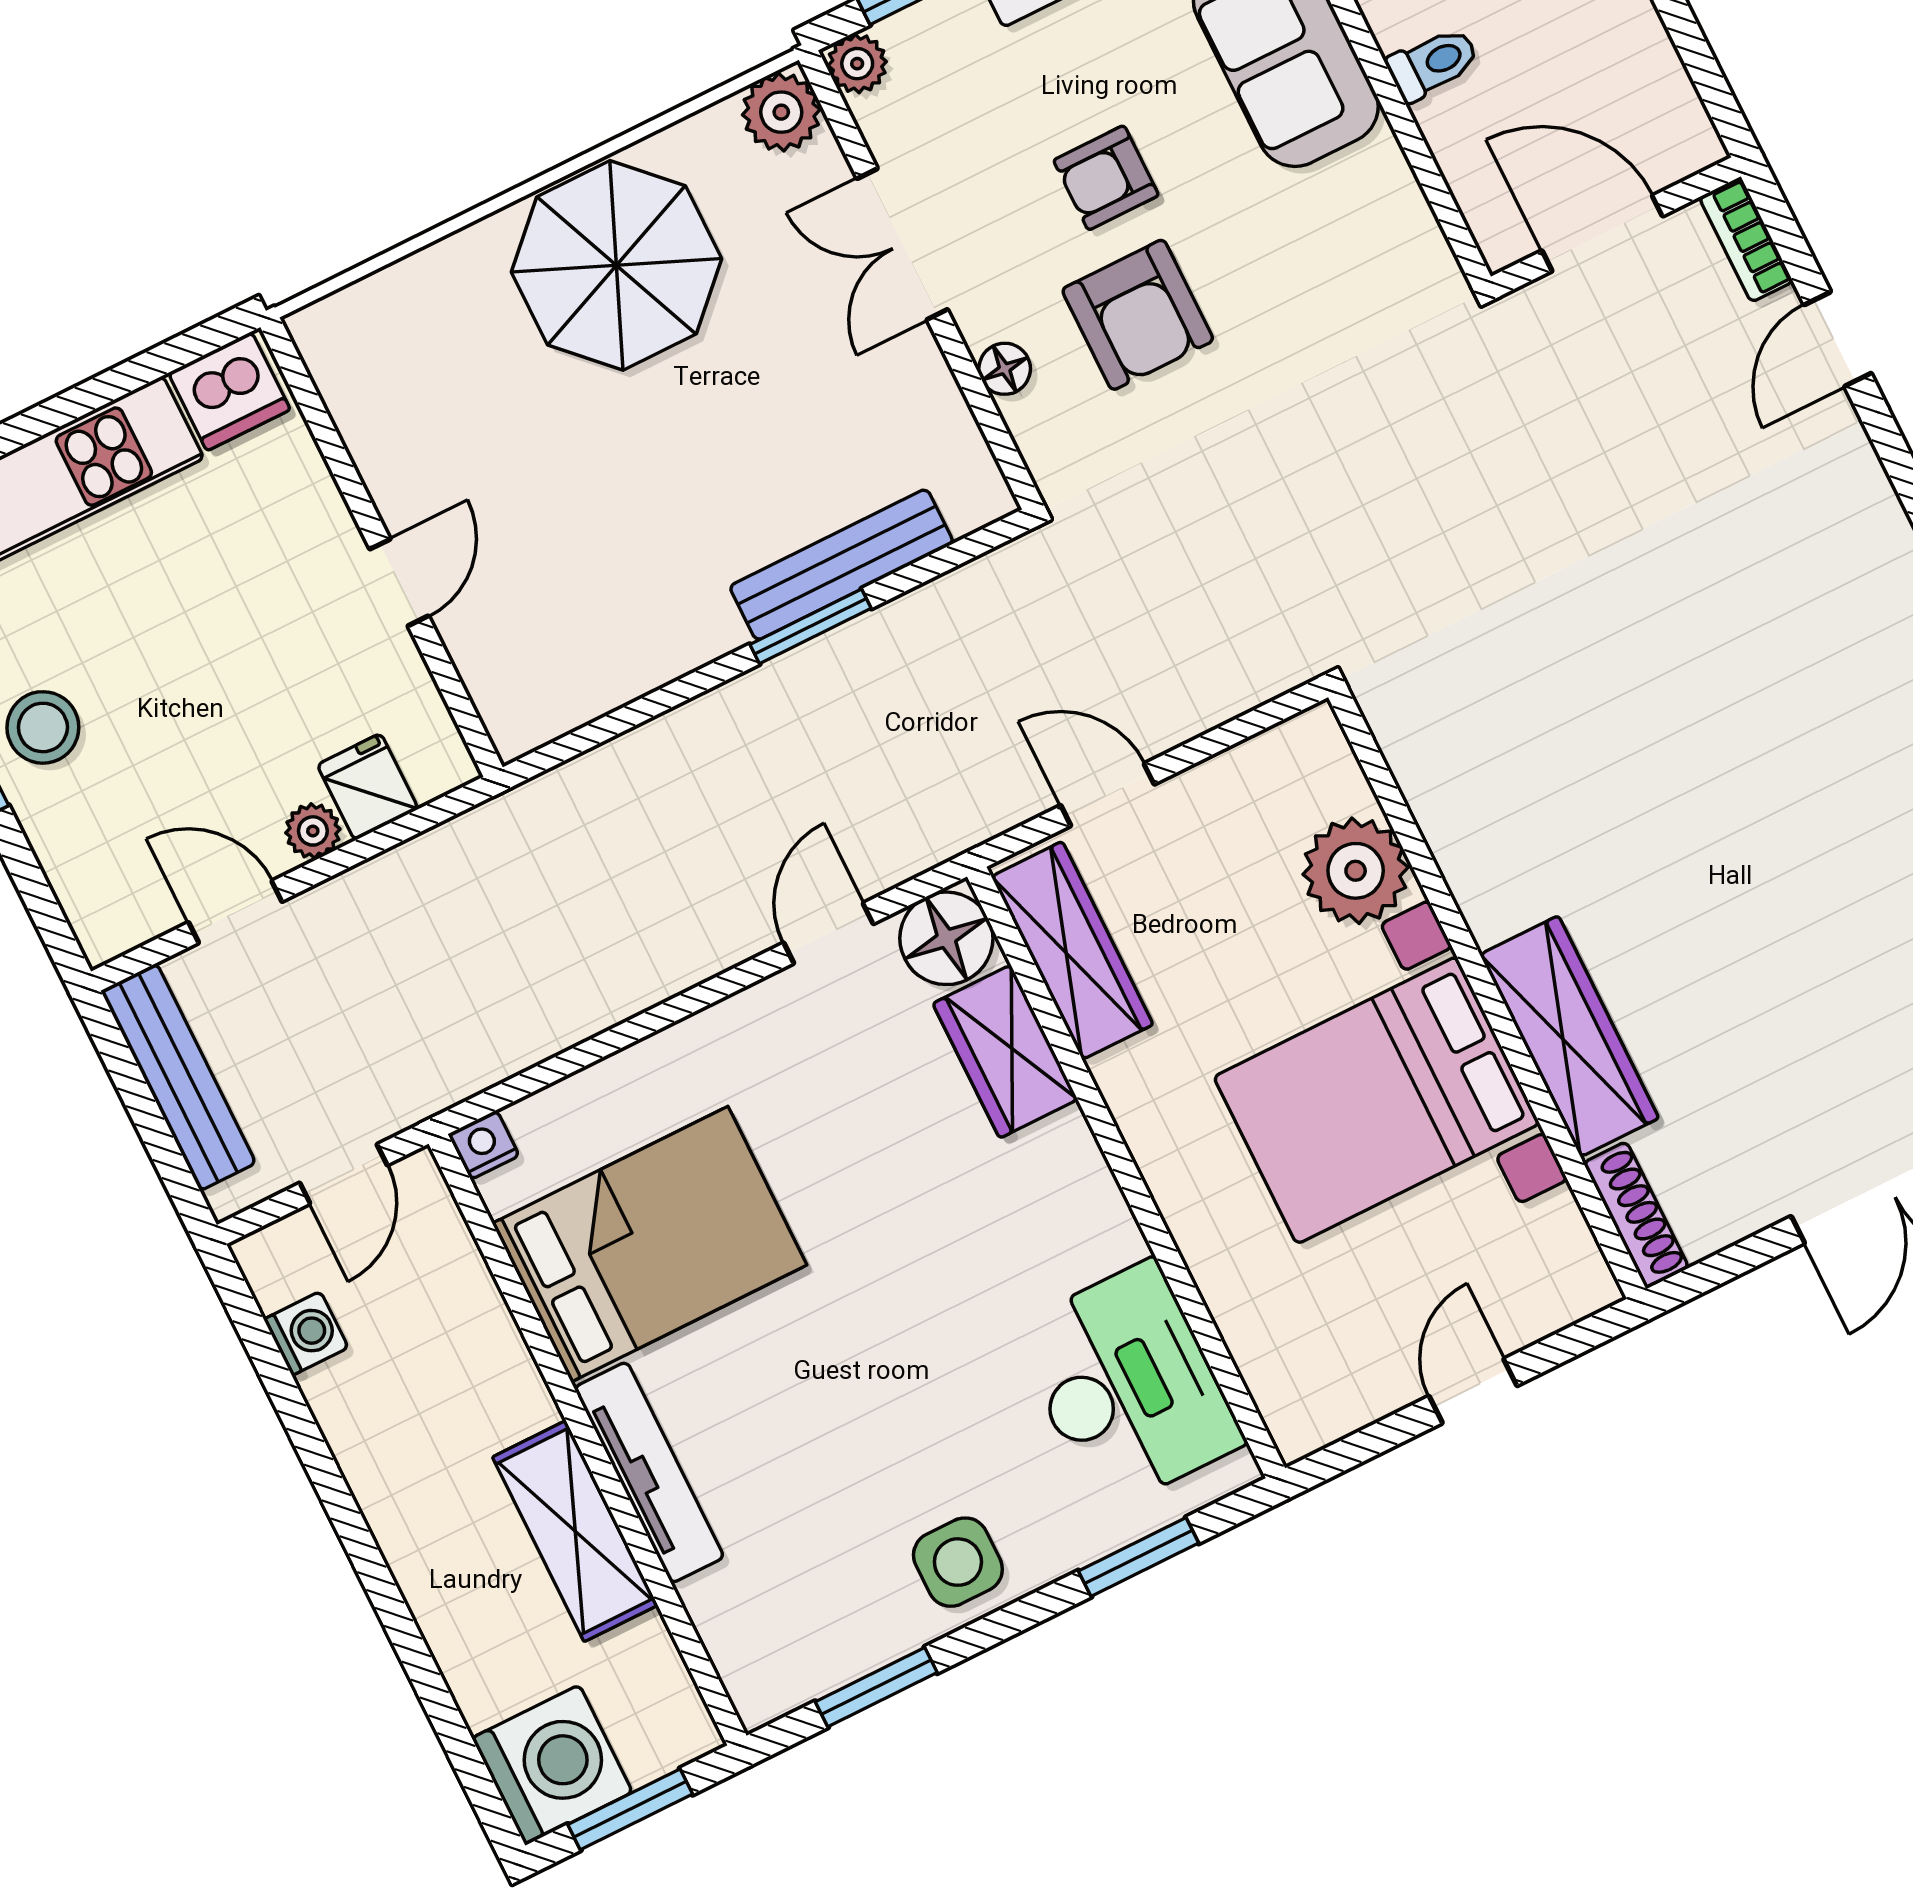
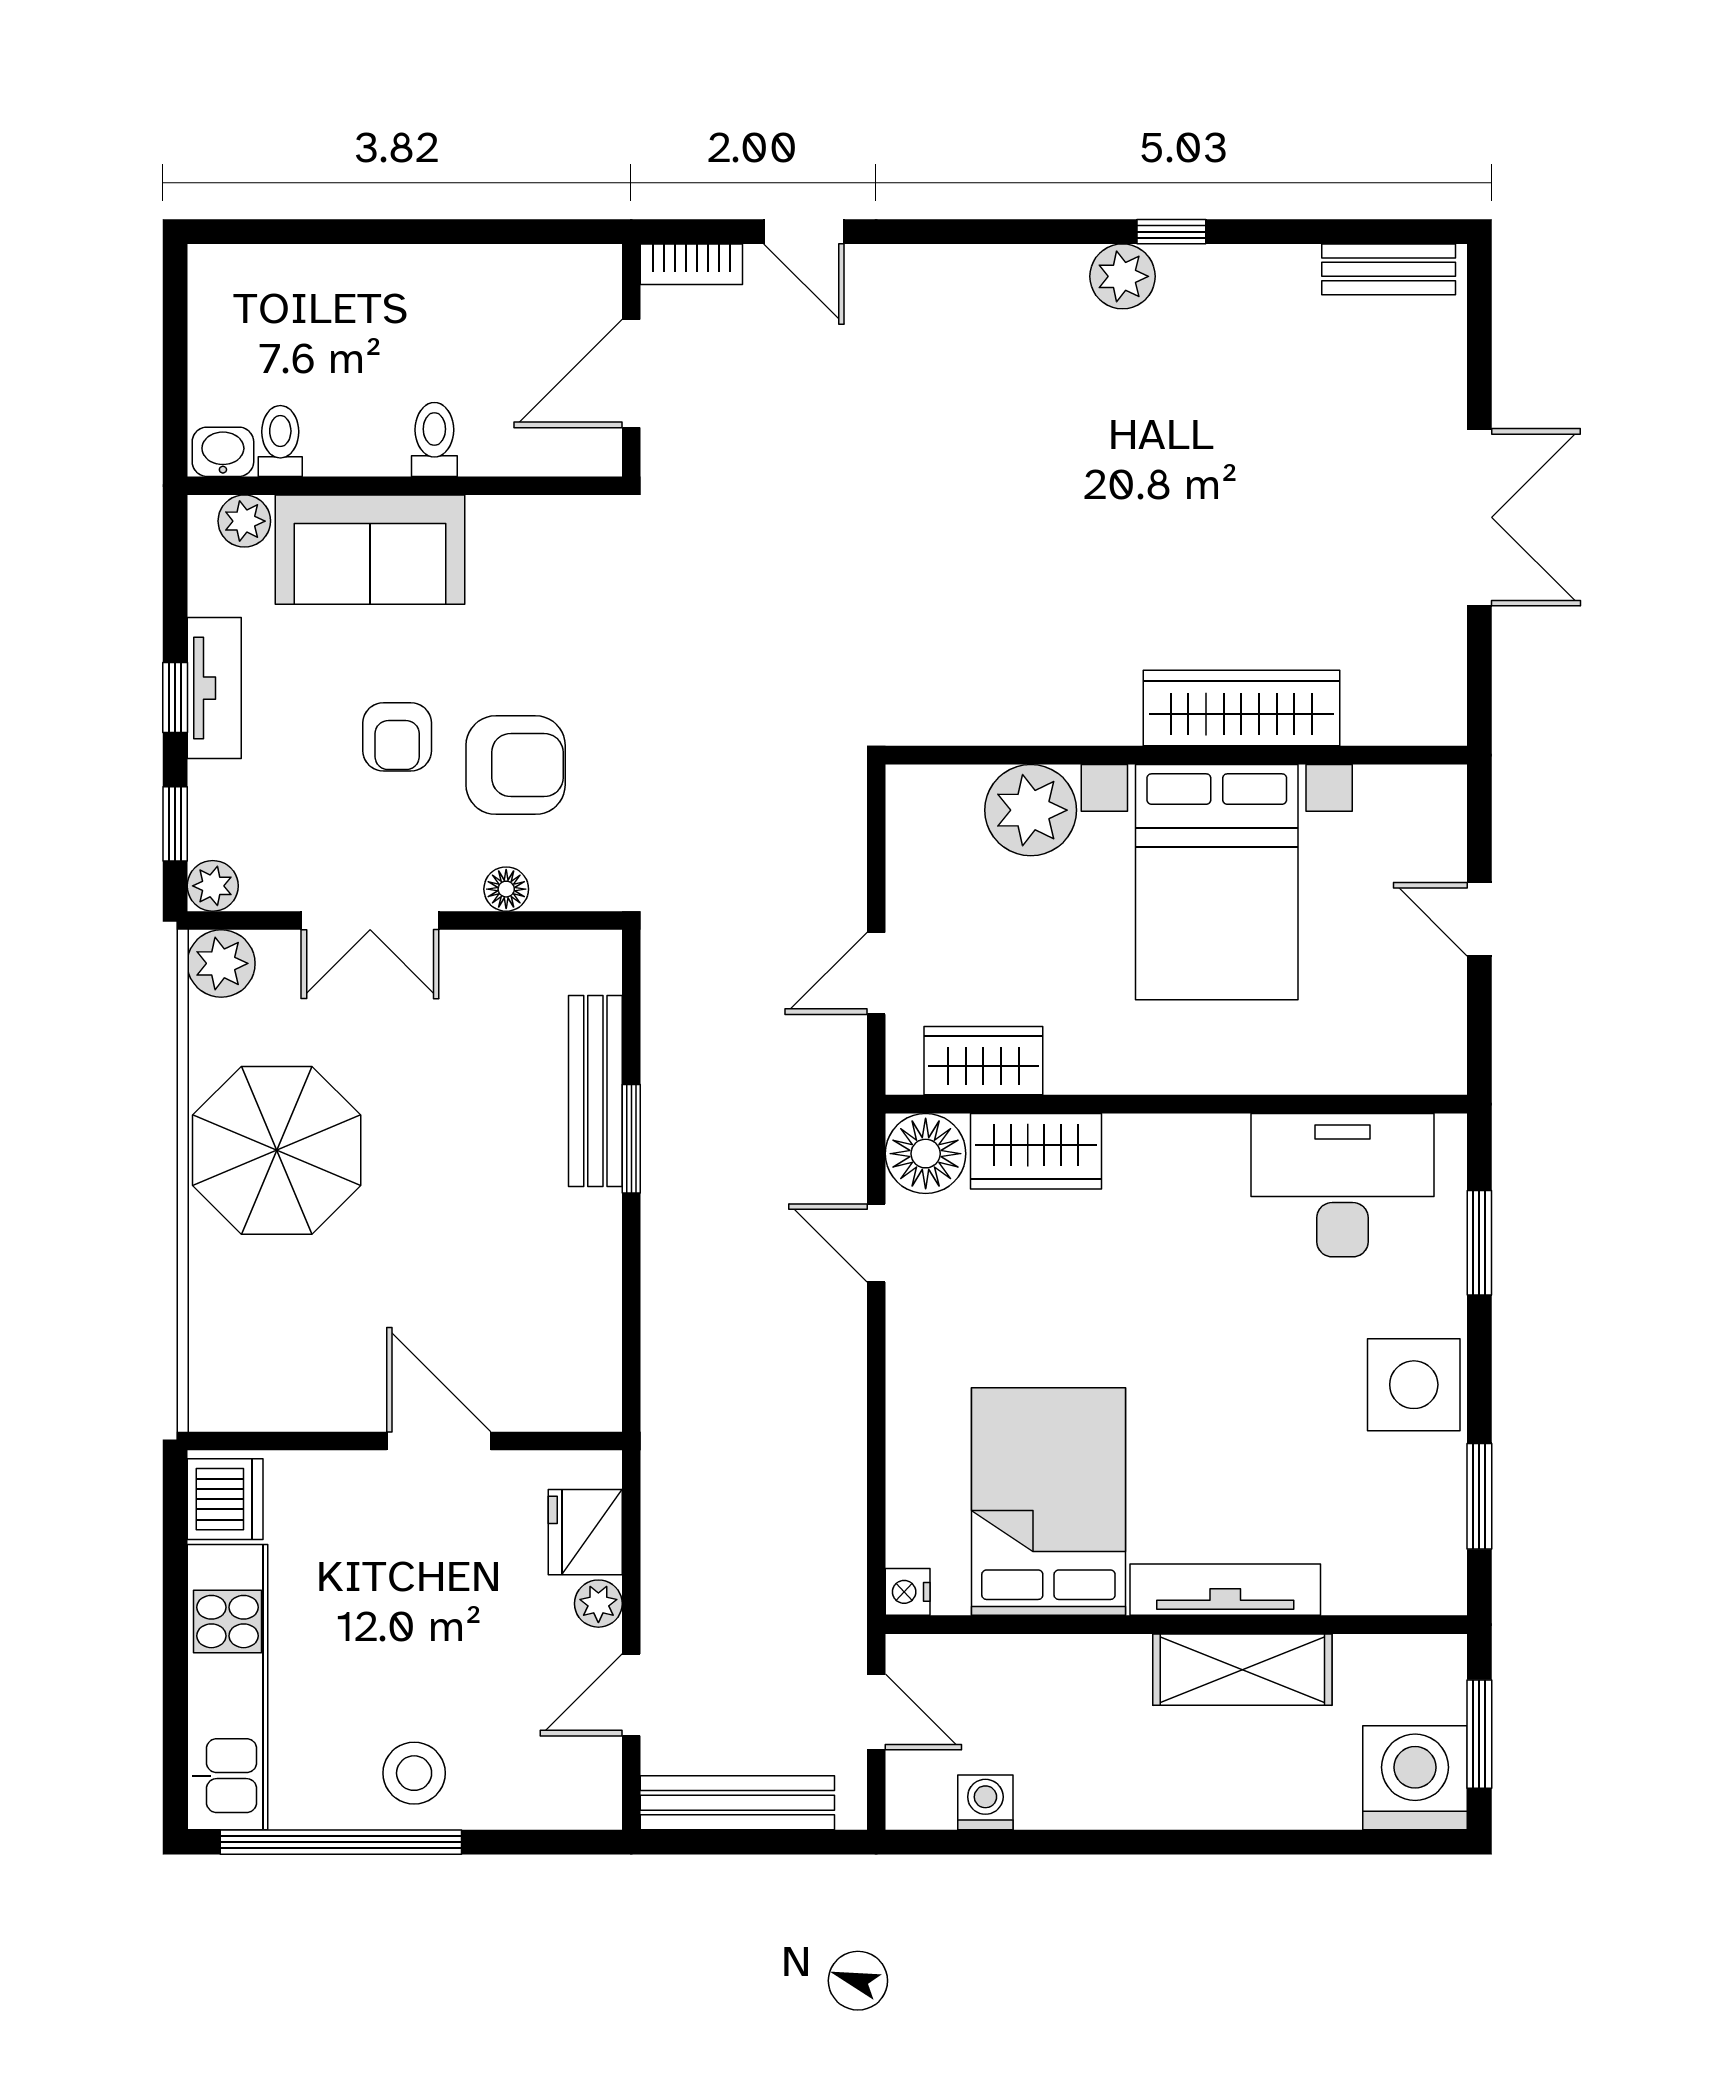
door: (399, 582) -> (439, 1441), width x1.38
fridge: (368, 787) -> (585, 1532), width x1.38
wardrobe: (1072, 951) -> (983, 1061), width x0.67
shoe rack: (1636, 1215) -> (1406, 725), removed
side table: (958, 1562) -> (1414, 1385), width x1.37, depth x1.37

